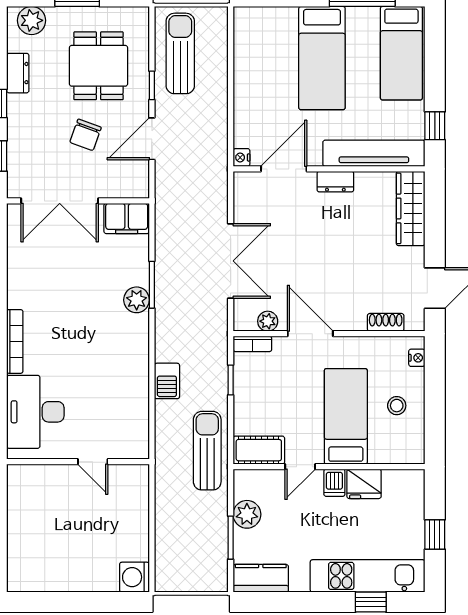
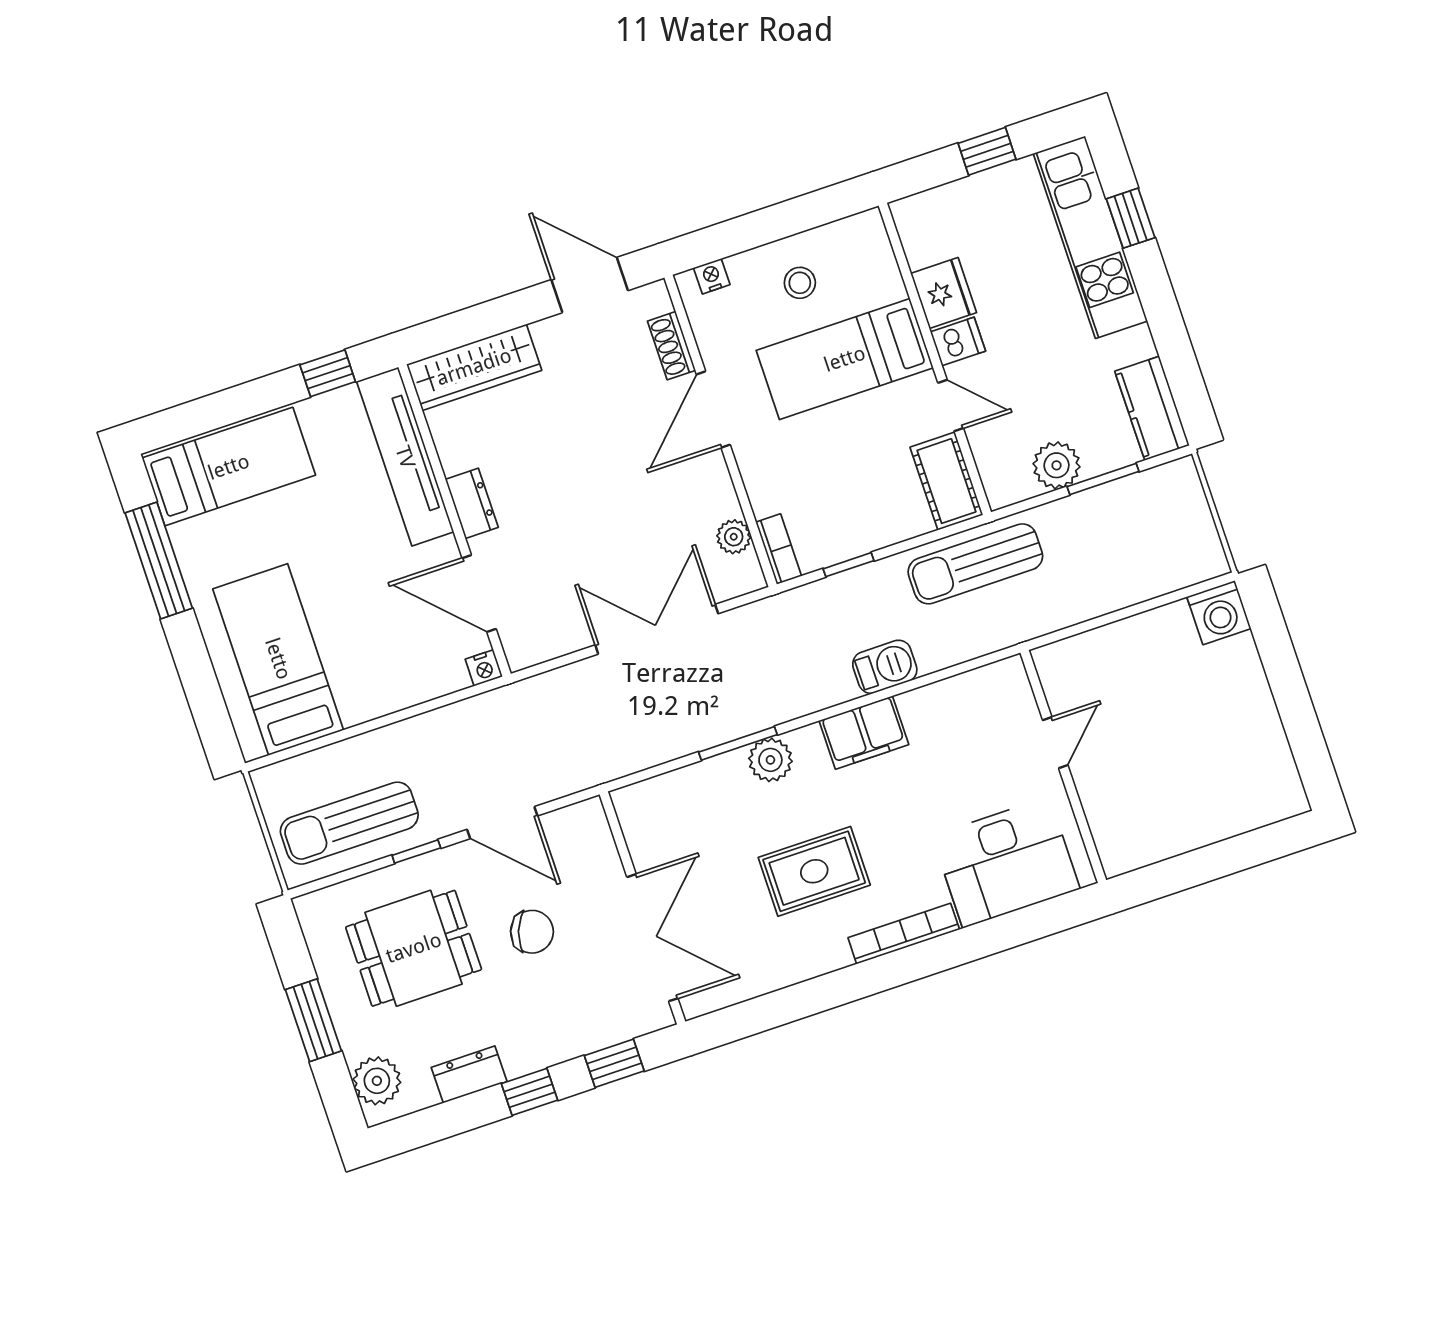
bed: (322, 58) -> (278, 659), moved, turned -90
filing cabinet: (127, 218) -> (864, 733), moved, turned 90
rug: (66, 303) -> (814, 871), added
door: (310, 334) -> (713, 409), moved

